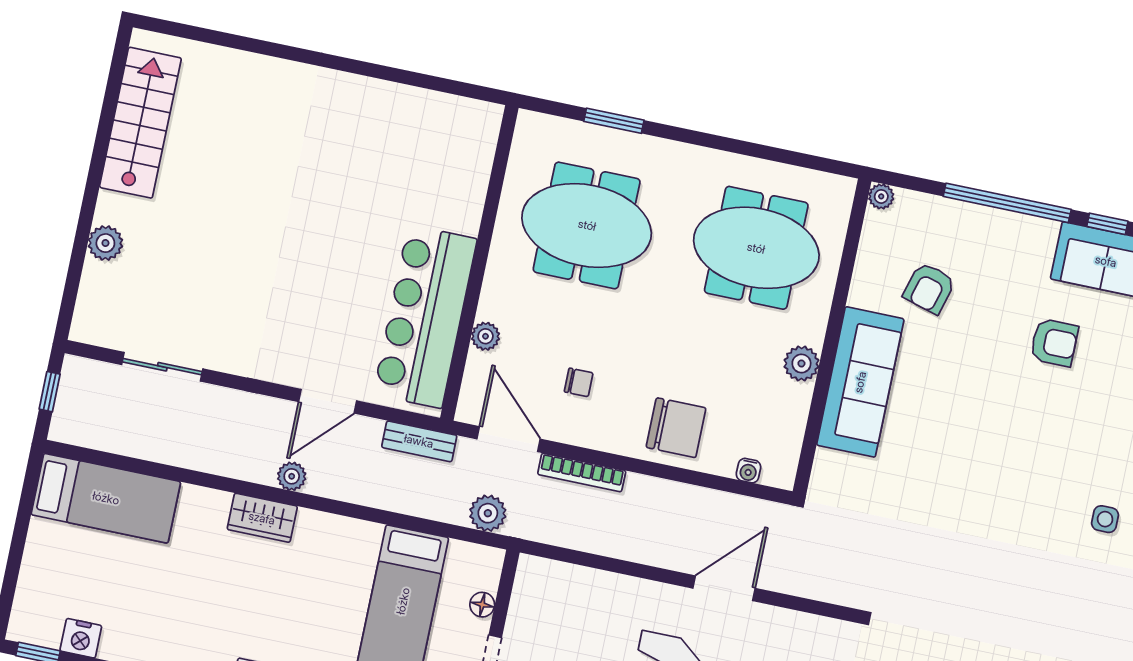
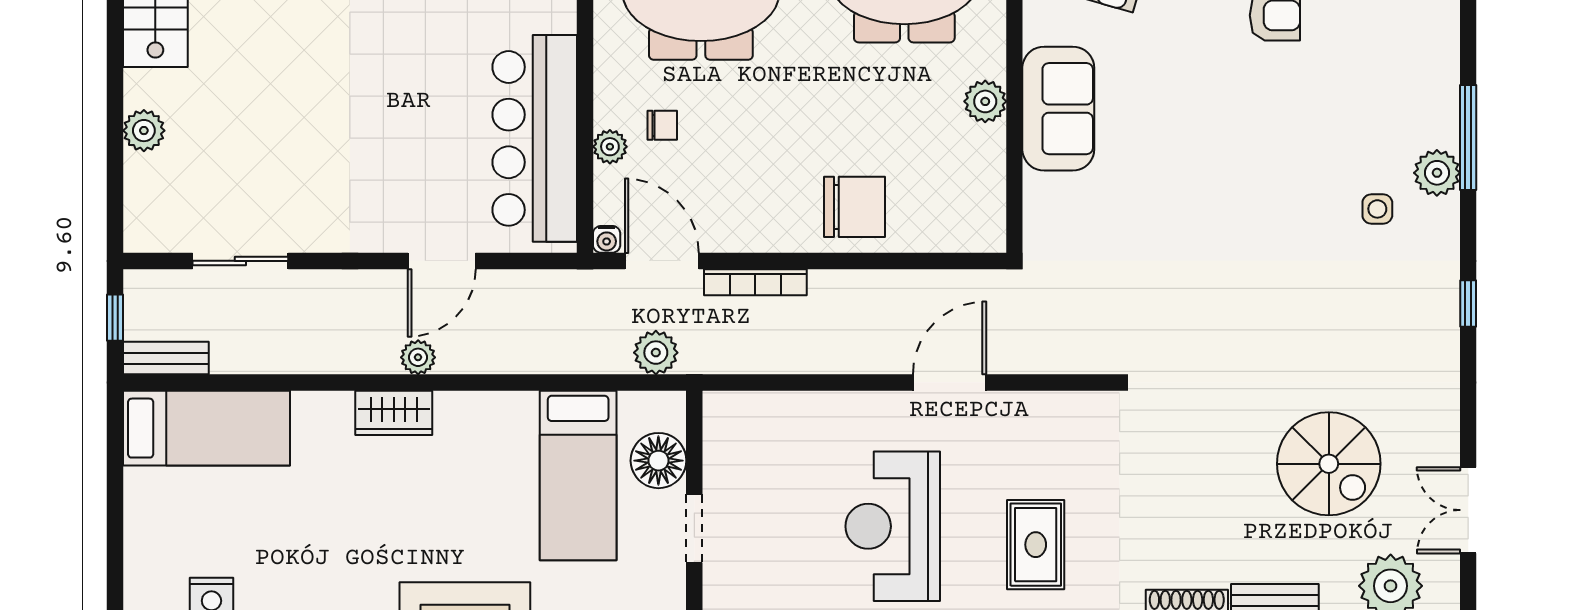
chair: (579, 382) -> (662, 125), moved
sofa: (860, 382) -> (1058, 109), width x0.73
bench: (419, 441) -> (166, 358), moved
water cooler: (749, 471) -> (607, 239), moved
floor lamp: (482, 605) -> (658, 461), width x1.89, depth x1.89

